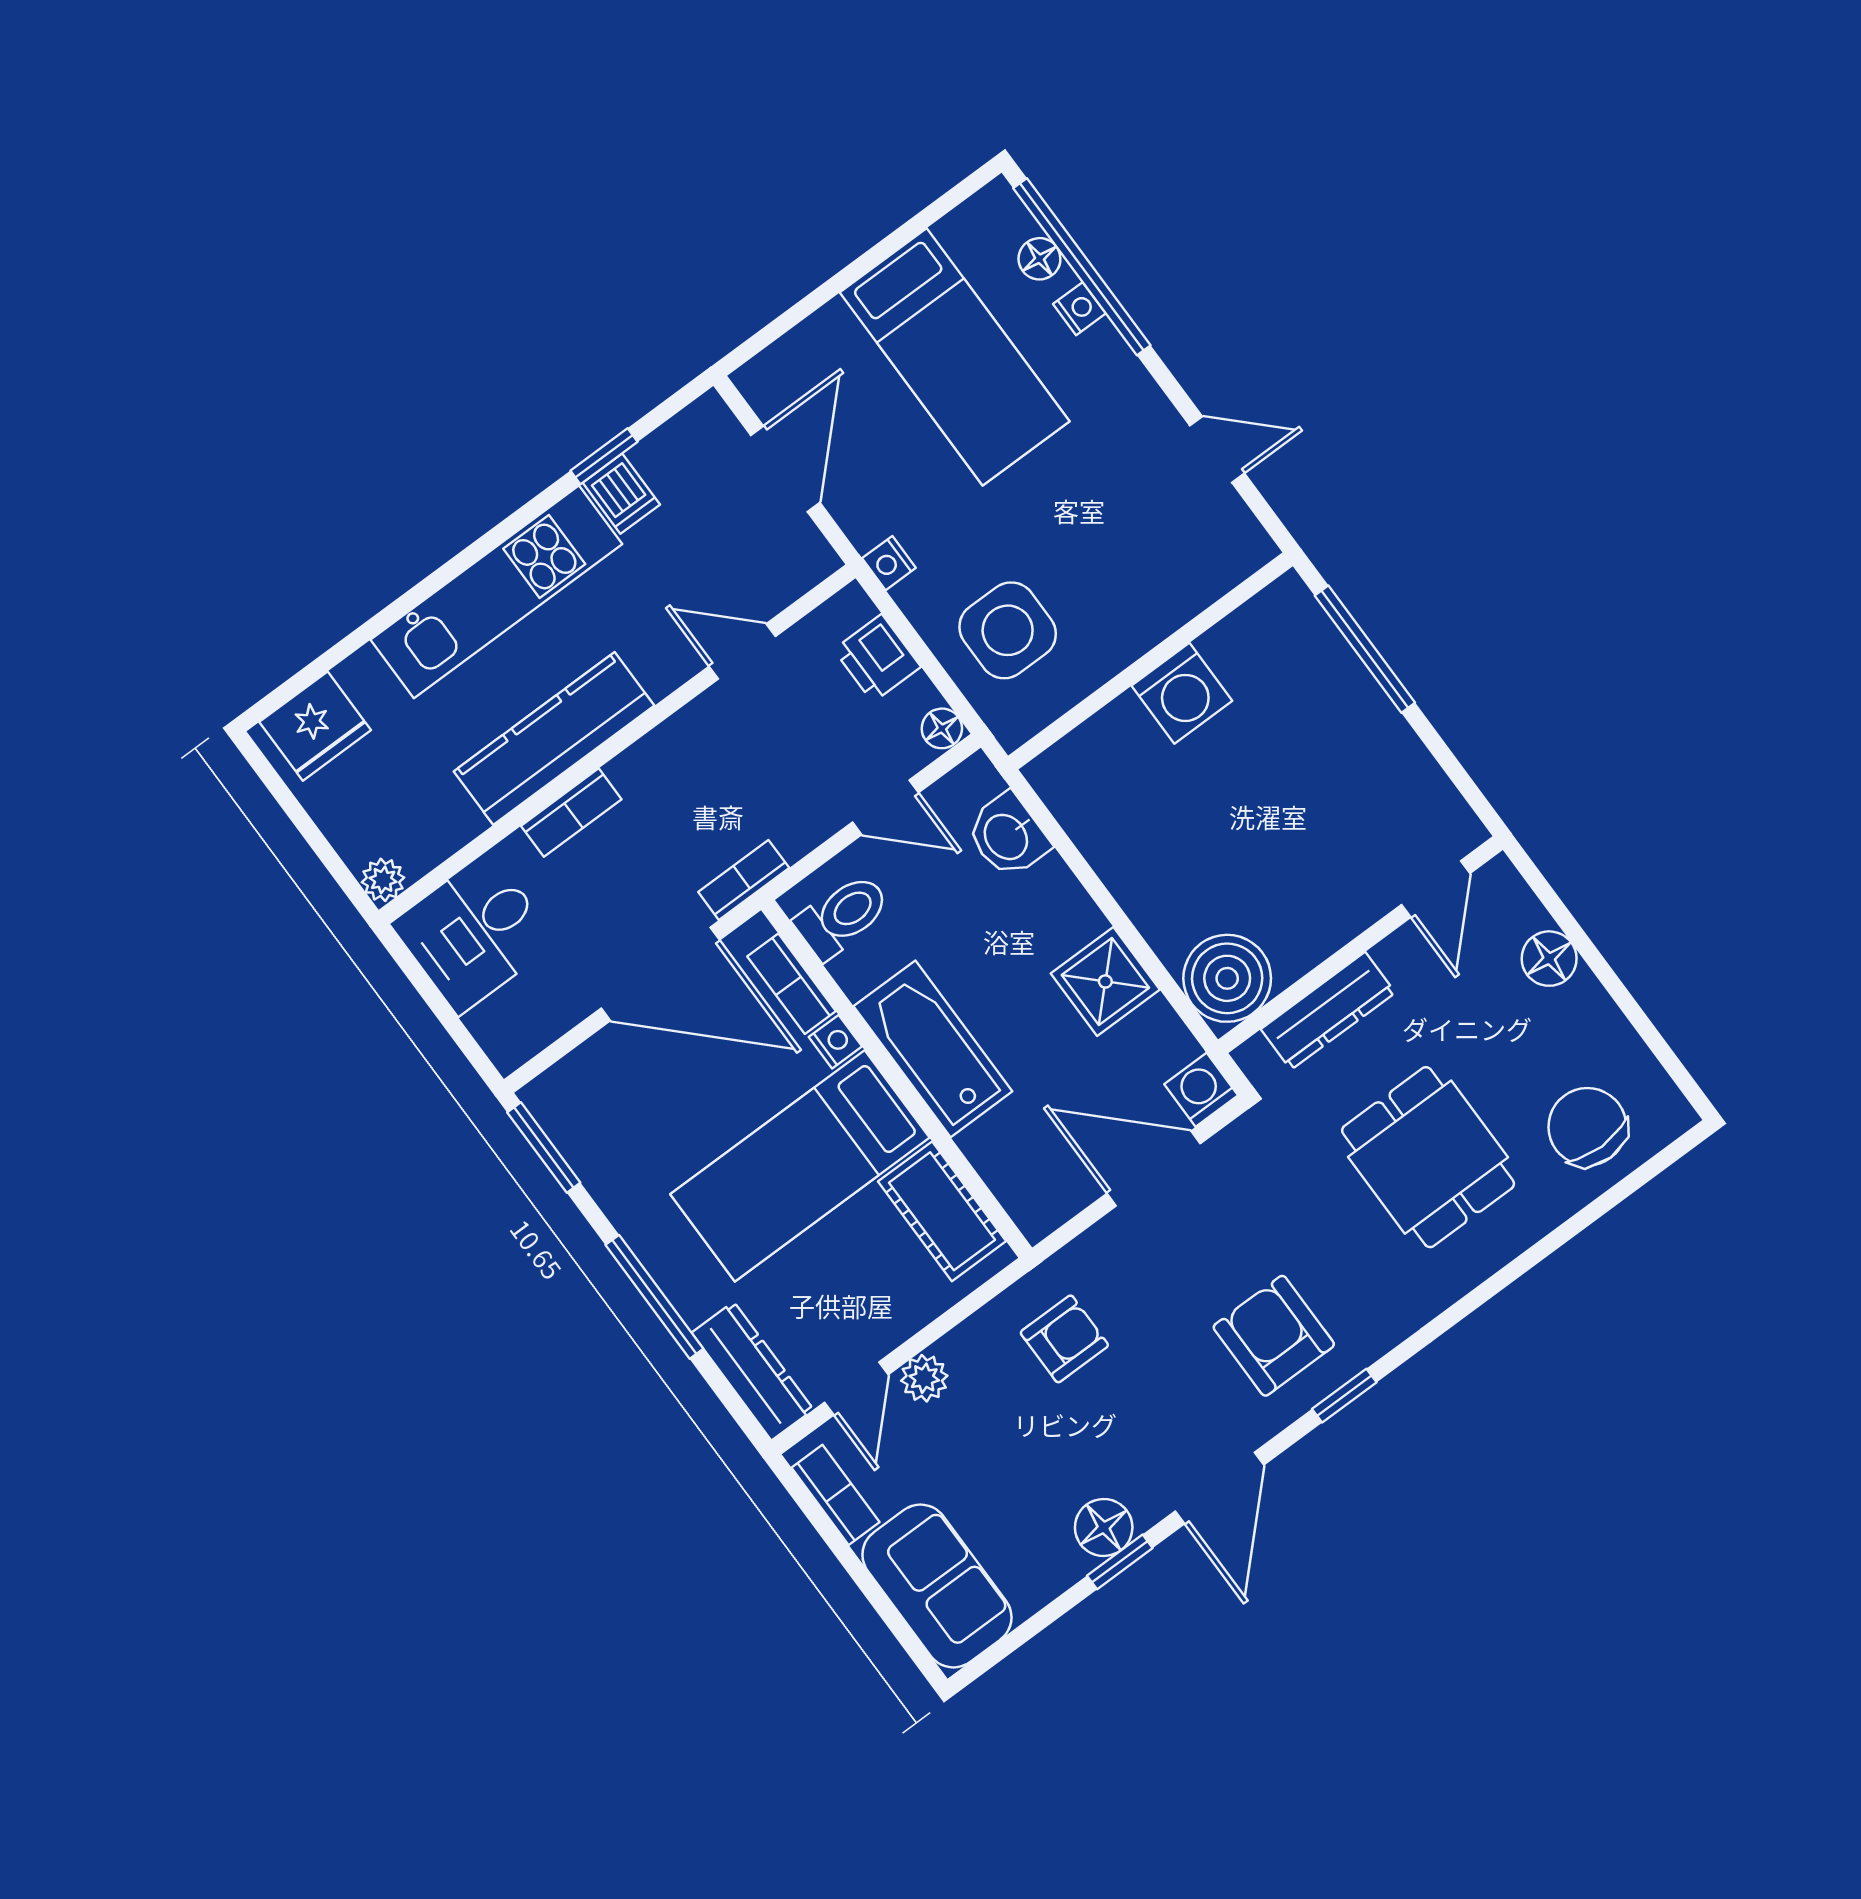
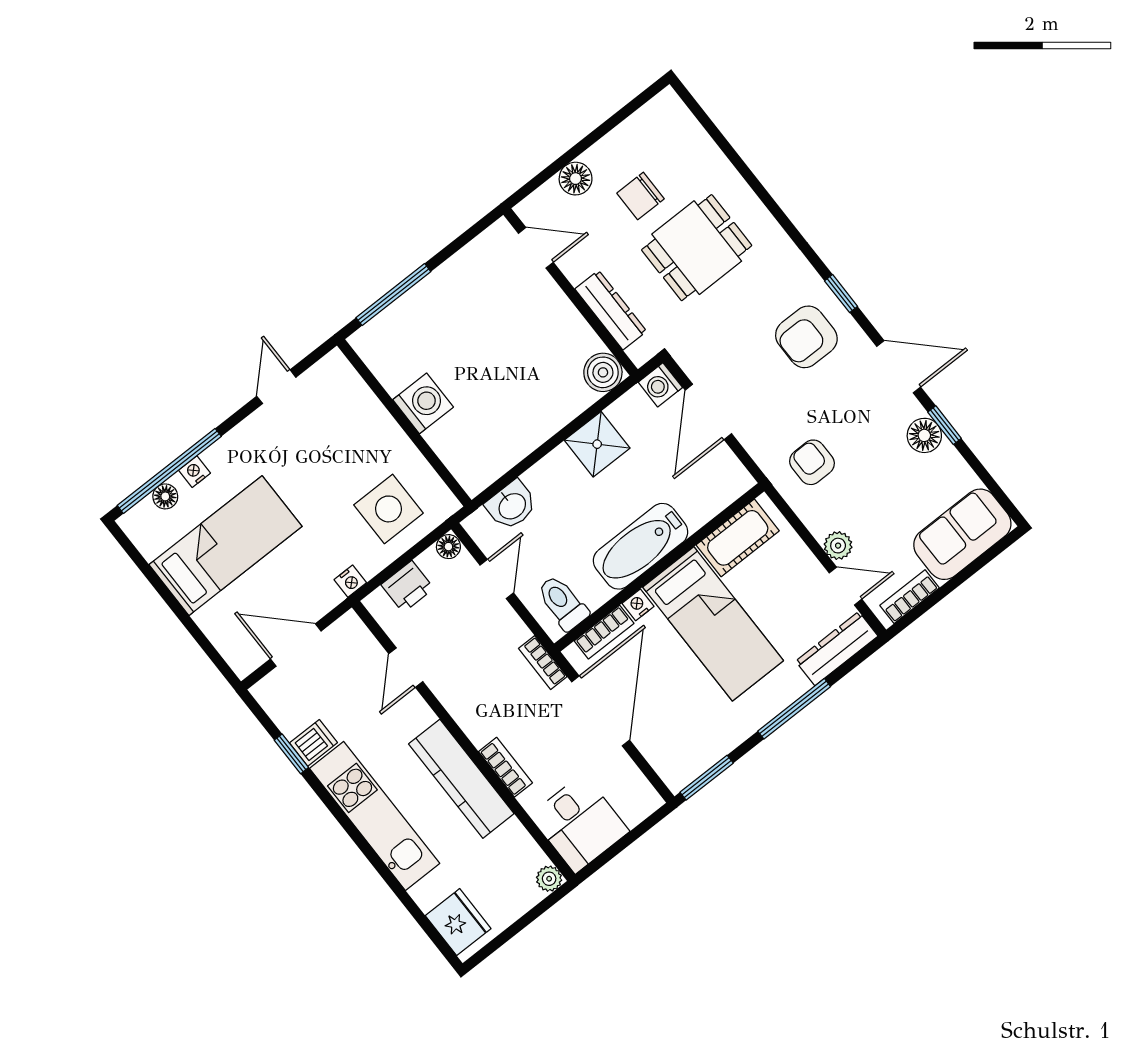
boiler: (1227, 978) -> (603, 372), width x0.73, depth x0.73
chair: (1587, 1127) -> (641, 196), moved, width x0.73, depth x0.73

